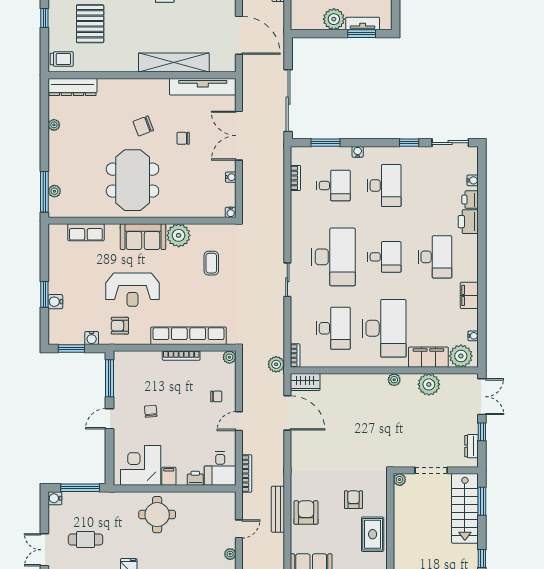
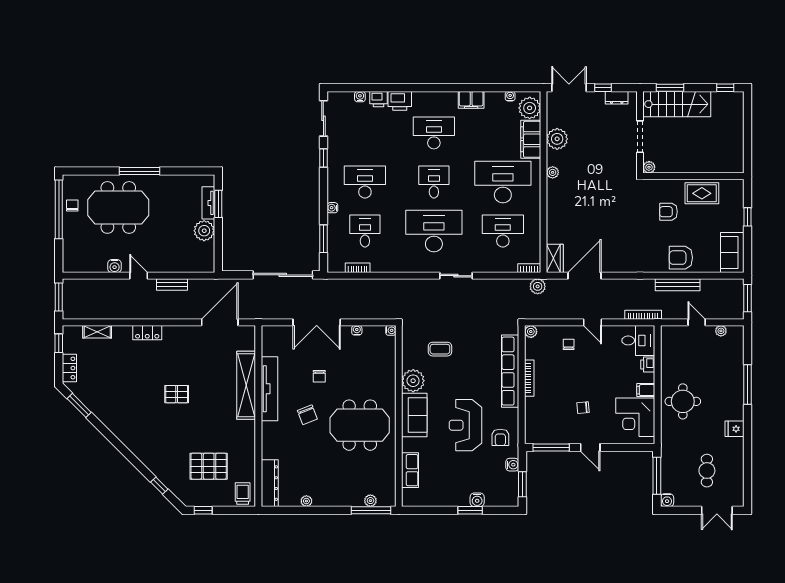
tv unit: (203, 87) -> (270, 389), moved
reception desk: (132, 290) -> (466, 425), turned 180

